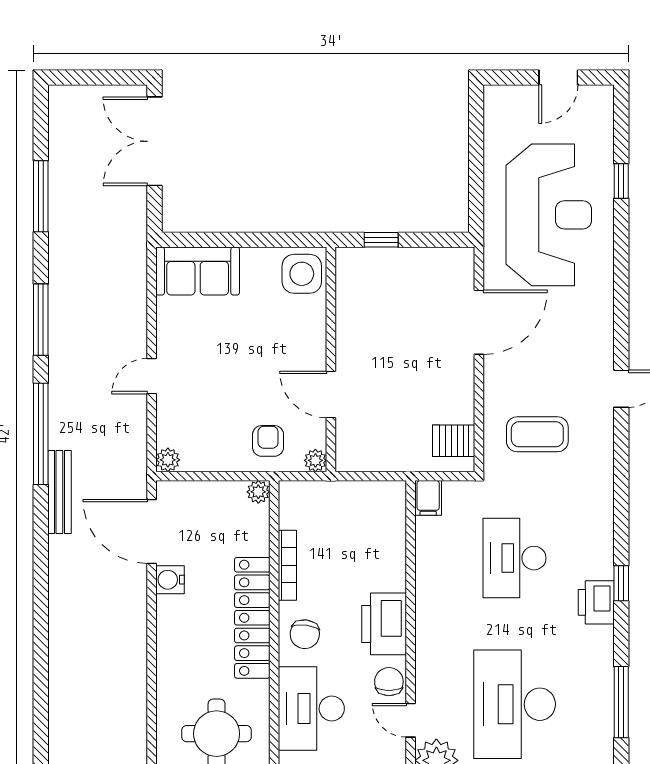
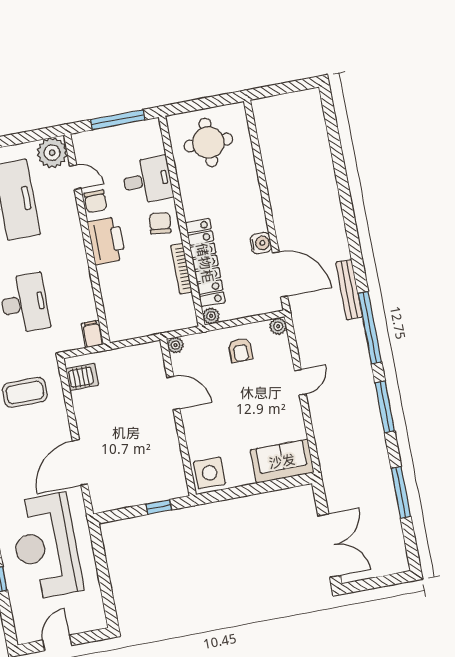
armchair: (268, 441) -> (240, 350), moved
locker: (252, 618) -> (205, 263), moved
desk: (311, 709) -> (147, 180), width x0.73

